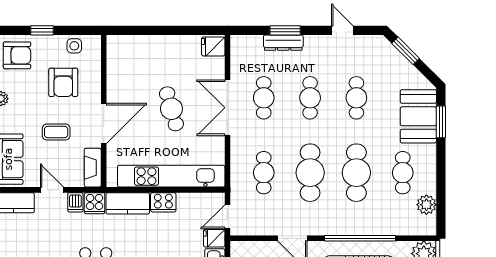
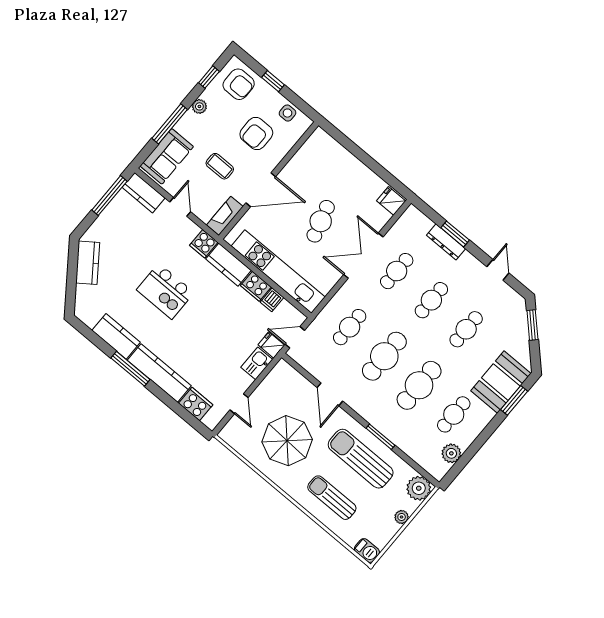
dishwasher: (75, 202) -> (272, 300), moved
window: (360, 238) -> (380, 437), width x0.47

